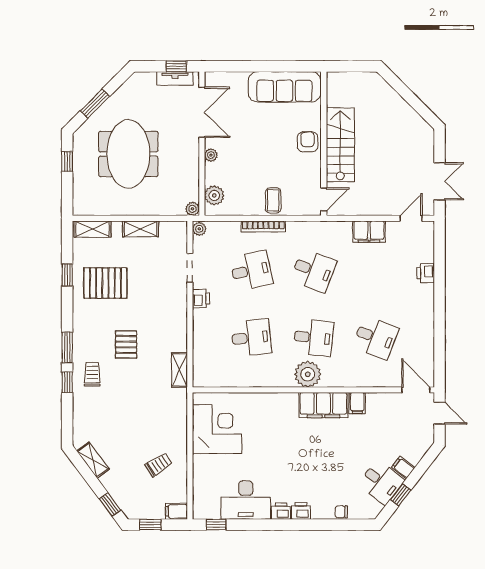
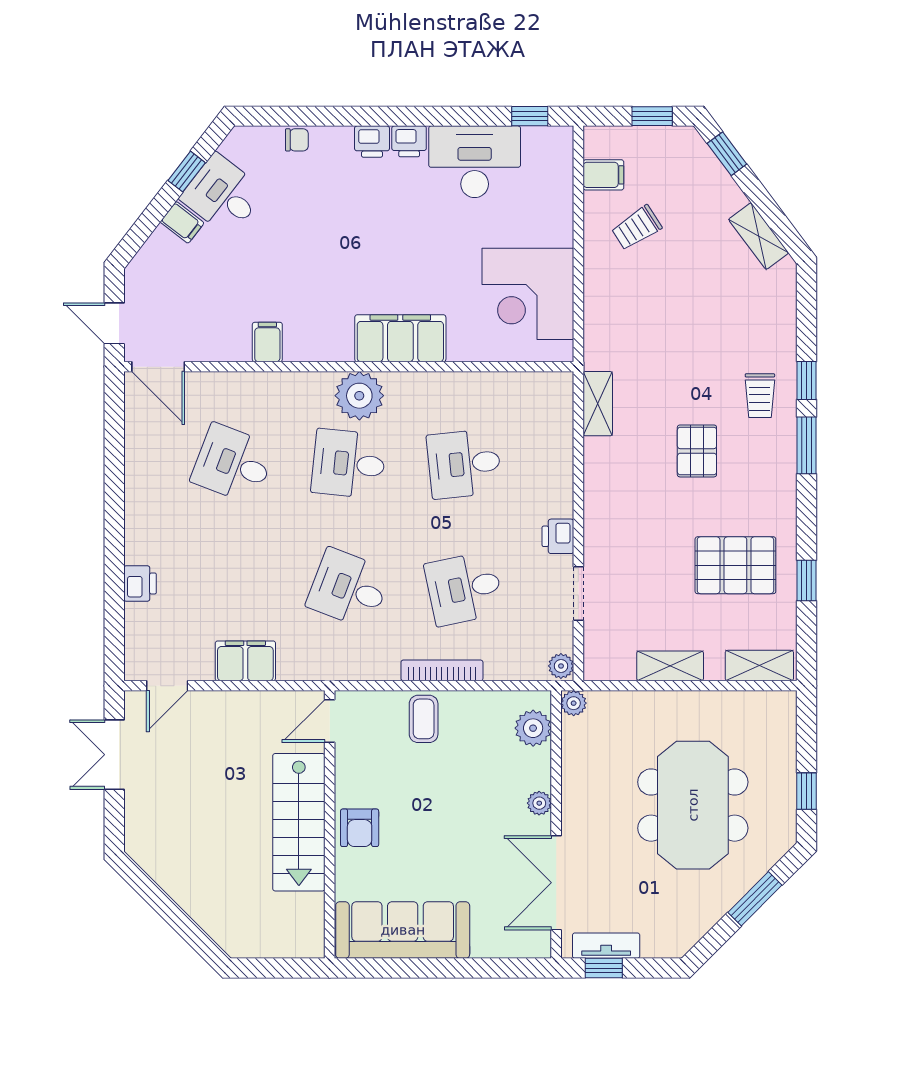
filing cabinet: (323, 405) -> (400, 338), moved
filing cabinet: (176, 511) -> (603, 175), moved

